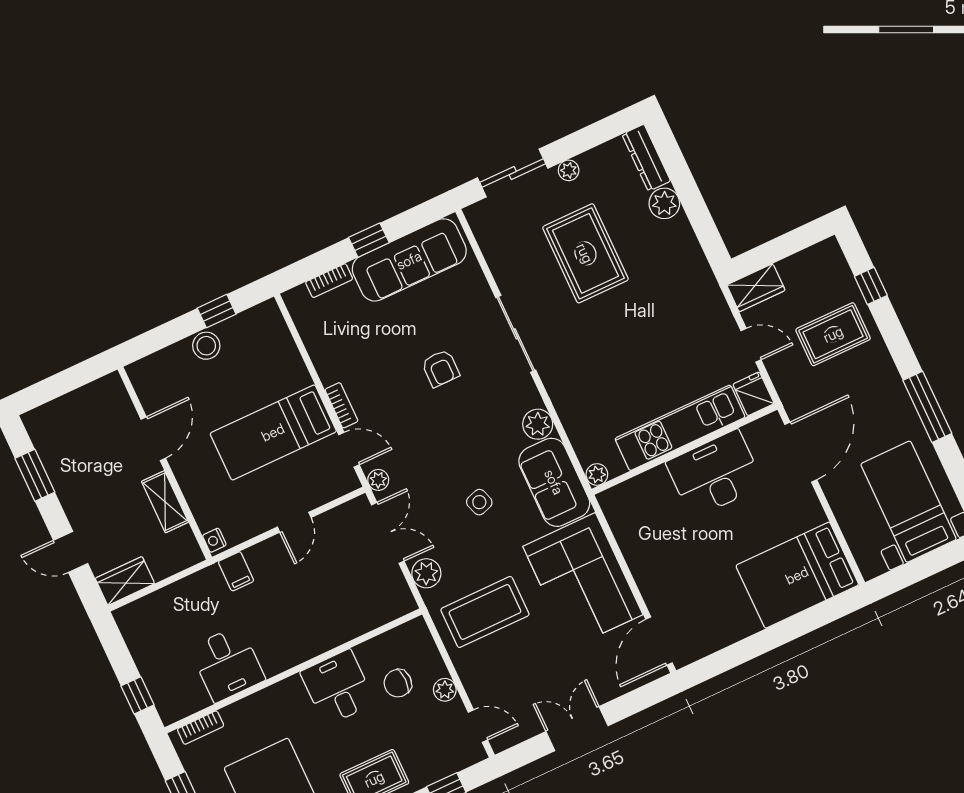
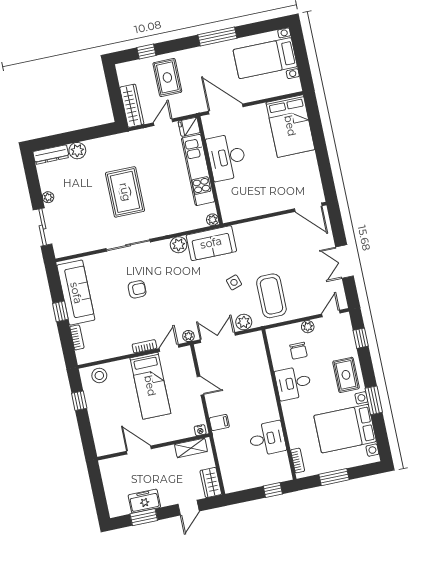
rug: (585, 253) -> (125, 192), moved, turned 90
wardrobe: (756, 288) -> (132, 106), width x1.50
stool: (206, 346) -> (99, 375), moved
freezer: (64, 470) -> (144, 501), added
shelving: (165, 502) -> (191, 448), moved
side table: (479, 502) -> (234, 282), moved
corner sofa: (583, 580) -> (267, 240), removed

